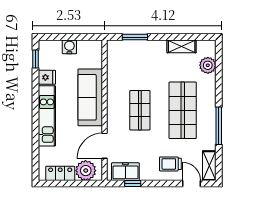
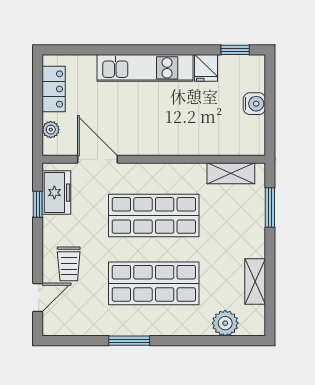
sofa: (90, 97) -> (174, 137), removed
shop shelf: (140, 110) -> (154, 215), width x1.43, depth x1.36
window: (219, 126) -> (129, 341), width x0.69
trolley: (170, 164) -> (69, 264), turned 180
shelving: (209, 166) -> (231, 173), moved
plant: (86, 171) -> (51, 130), width x0.53, depth x0.53

